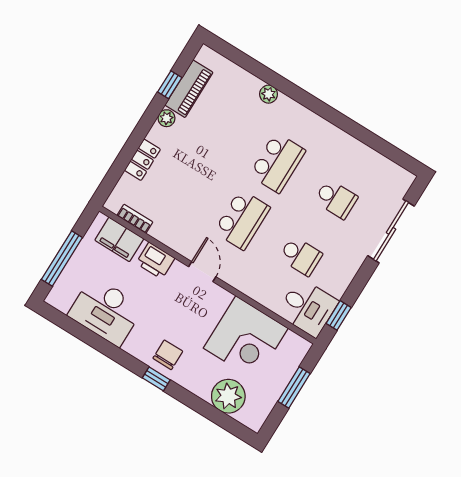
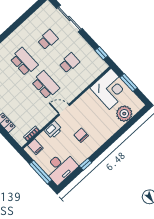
filing cabinet: (119, 239) -> (35, 147), width x0.50
desk: (308, 308) -> (94, 66), removed
desk: (106, 311) -> (60, 167), moved
corner desk: (246, 338) -> (110, 89), moved
chair: (168, 355) -> (81, 135), moved
window: (156, 379) -> (86, 164), moved

